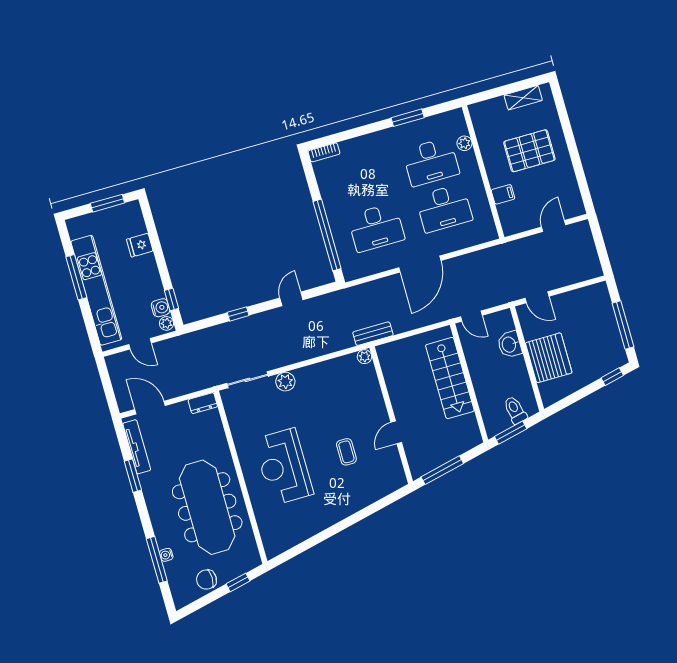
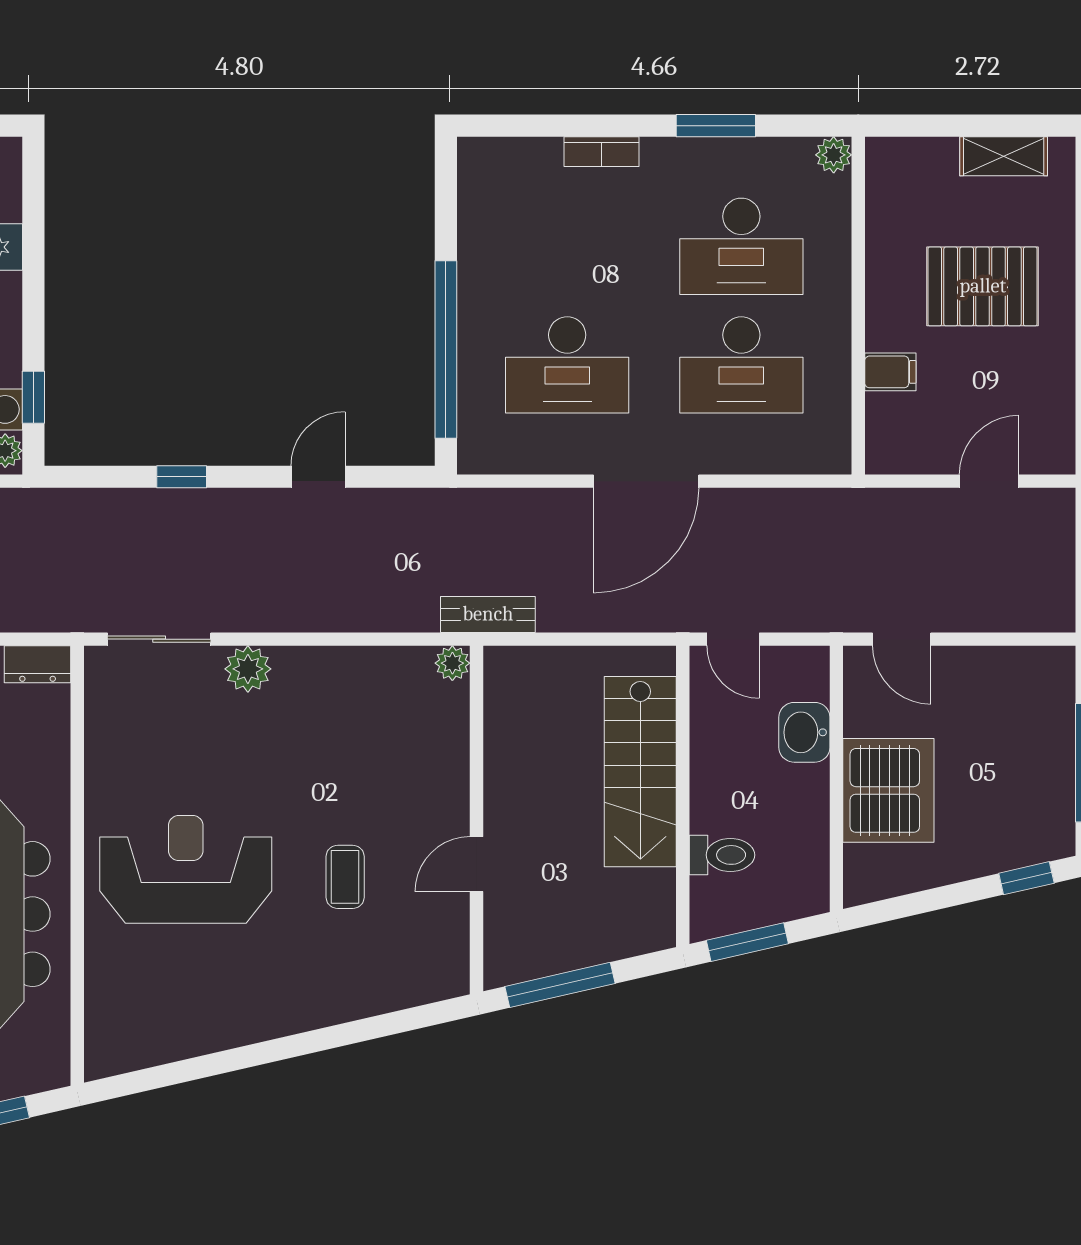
plant: (464, 143) -> (834, 155), moved
bookcase: (324, 152) -> (602, 152), moved
toilet: (515, 410) -> (722, 855), moved, turned 103
reception desk: (283, 467) -> (186, 869), turned 90

